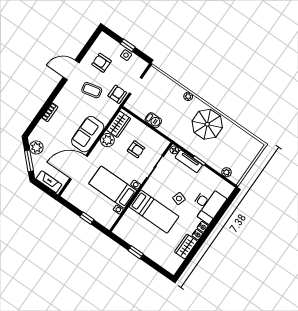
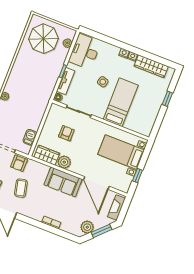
armchair: (117, 94) -> (19, 163), turned -90
barbecue: (153, 120) -> (30, 137), moved
parasol: (207, 124) -> (44, 39), moved
bed with nightstands: (113, 187) -> (121, 152), moved, turned 90
desk: (208, 205) -> (85, 52), moved, turned -90
window: (87, 218) -> (137, 175), moved
wardrobe: (186, 247) -> (151, 66), width x1.50
window: (136, 252) -> (167, 99), moved

